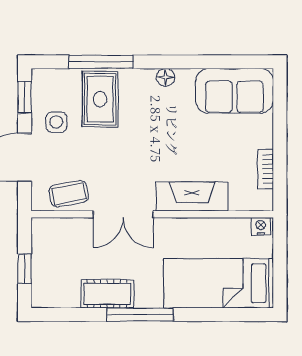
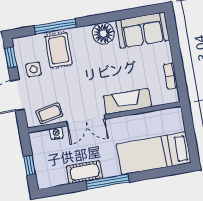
floor lamp: (166, 77) -> (103, 33), width x1.89, depth x1.89
nightstand: (261, 226) -> (56, 133), moved

